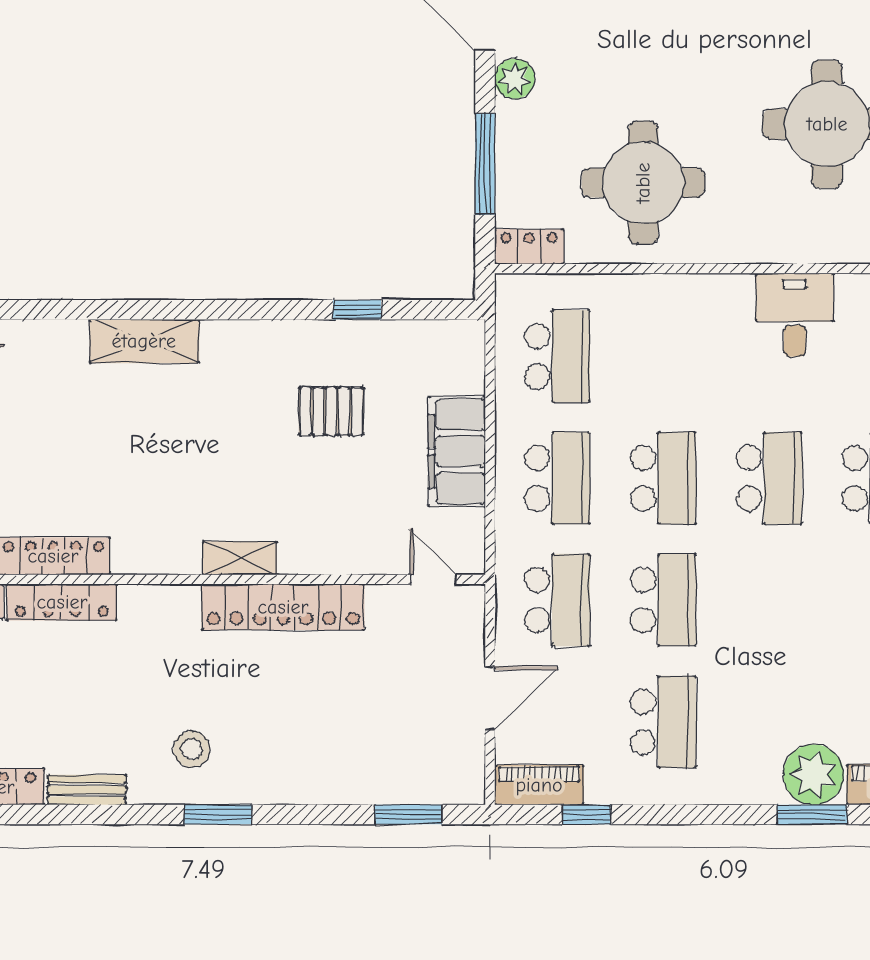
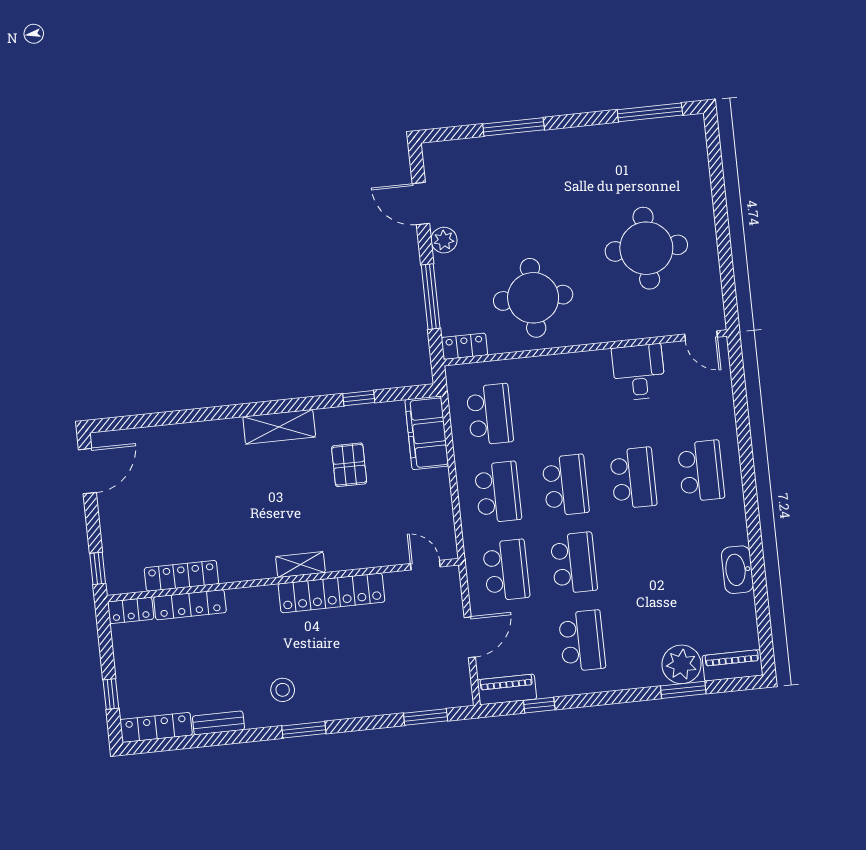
shelving: (144, 341) -> (279, 427), moved
pallet: (331, 411) -> (349, 465), turned 90
filing cabinet: (457, 451) -> (427, 433), moved

